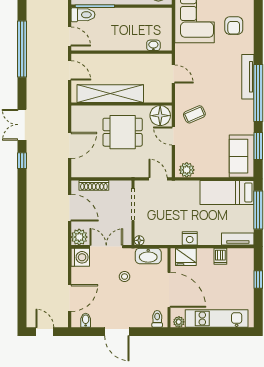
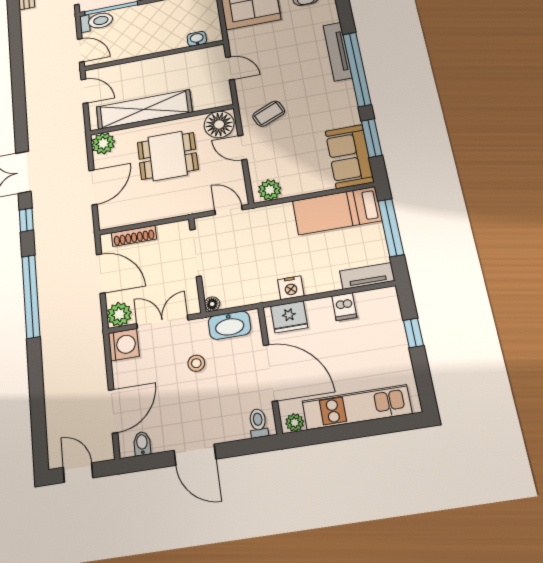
window: (22, 49) -> (31, 296), moved
plant: (79, 114) -> (103, 143), added

